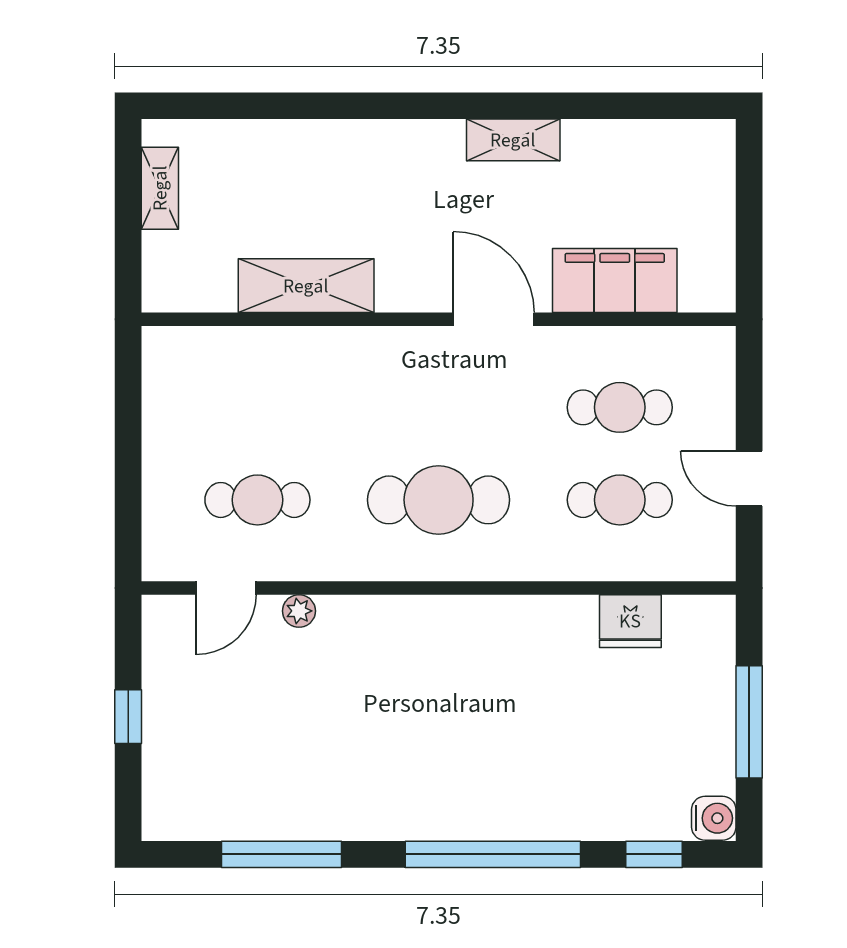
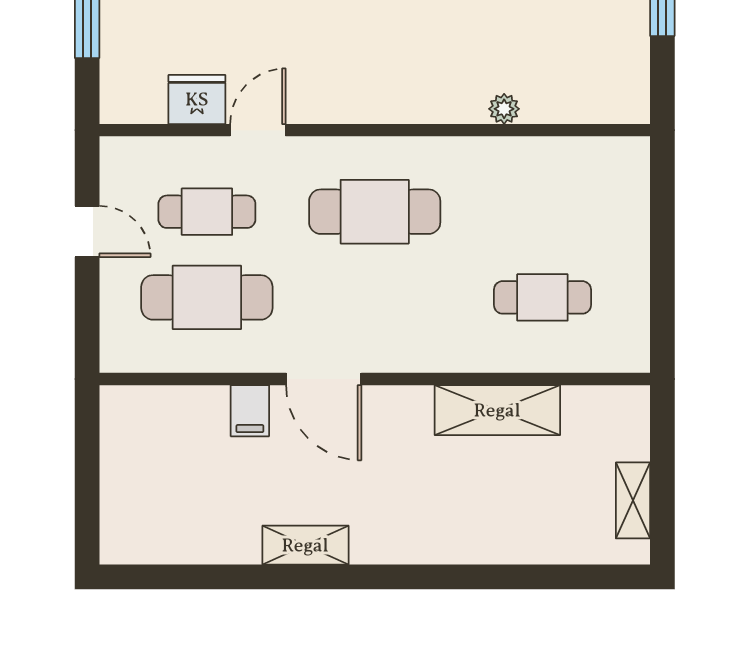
filing cabinet: (615, 281) -> (250, 411), width x0.33, depth x0.86
cafe table: (620, 407) -> (207, 297), width x1.37, depth x1.35
cafe table: (257, 500) -> (542, 297), moved
door: (226, 588) -> (258, 130), moved

